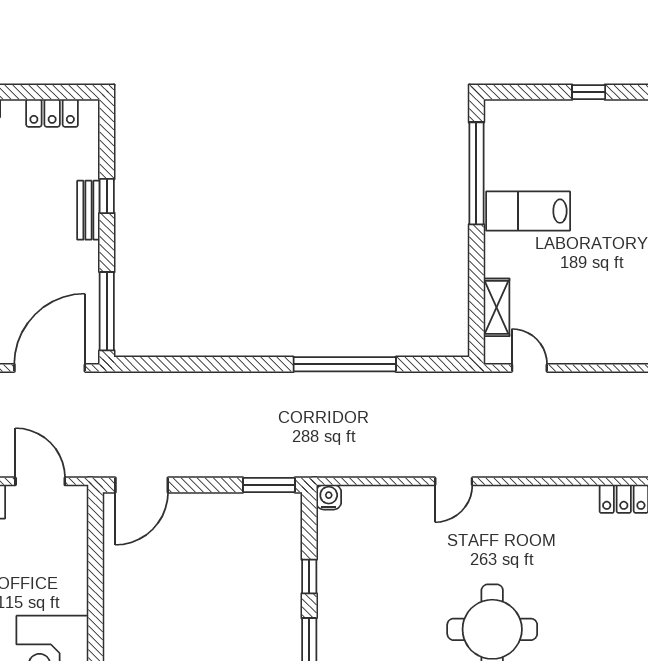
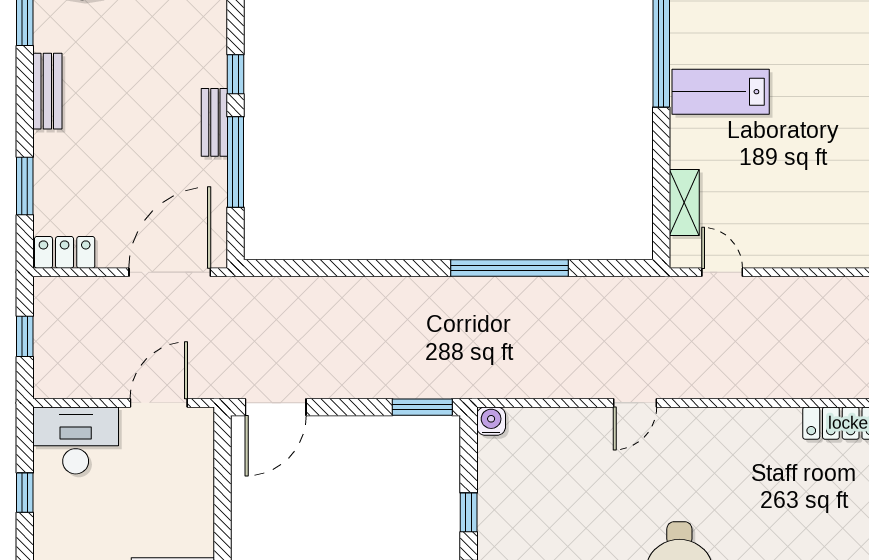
bench: (88, 210) -> (214, 122), moved
window: (107, 311) -> (236, 162), moved
door: (40, 481) -> (159, 403), hinge flipped

